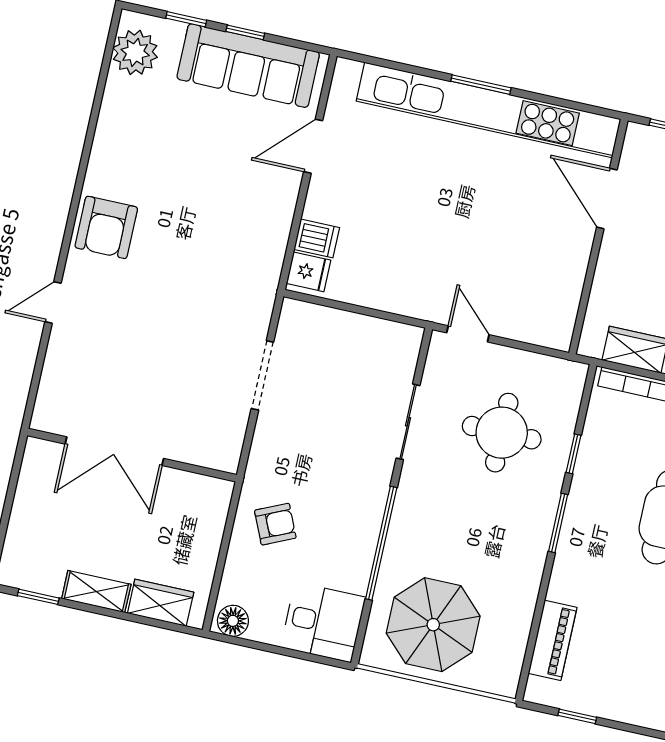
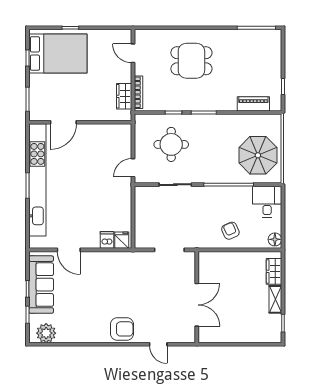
double door: (114, 451) -> (197, 305), moved
wall: (132, 455) -> (197, 297), moved

